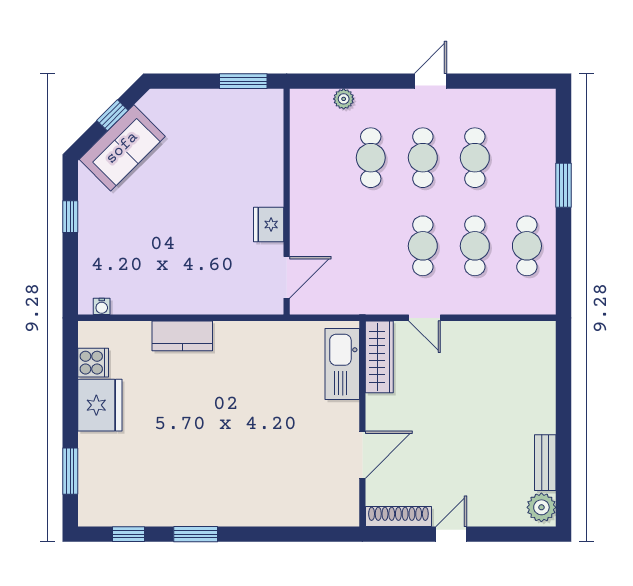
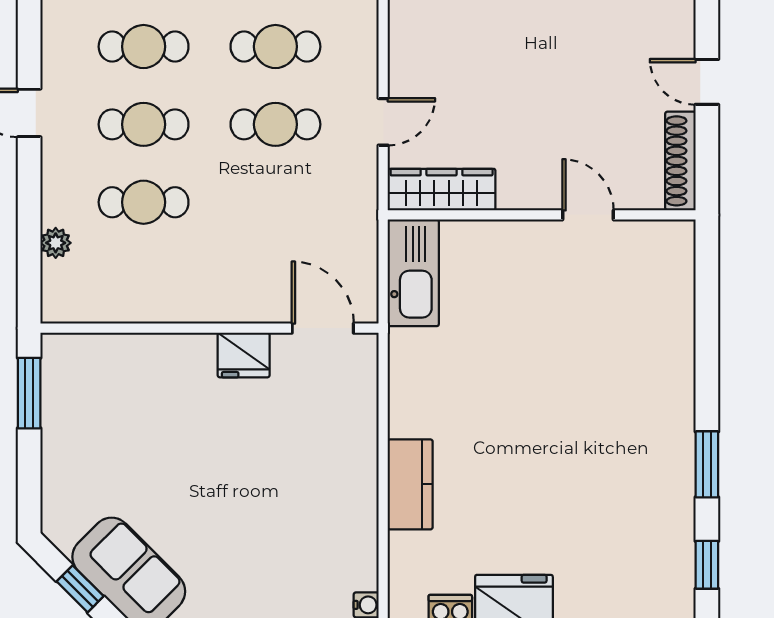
kitchen sink: (342, 364) -> (413, 273), moved, turned -90
door: (362, 455) -> (588, 215), width x0.73

